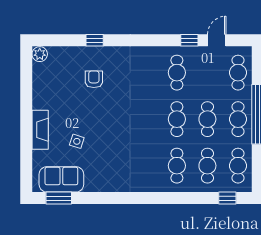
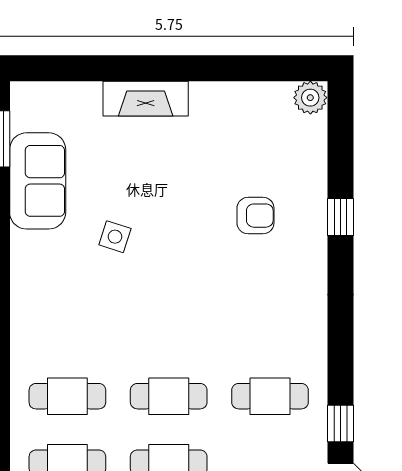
side table: (77, 141) -> (115, 237), moved
sofa: (61, 179) -> (38, 181), moved

